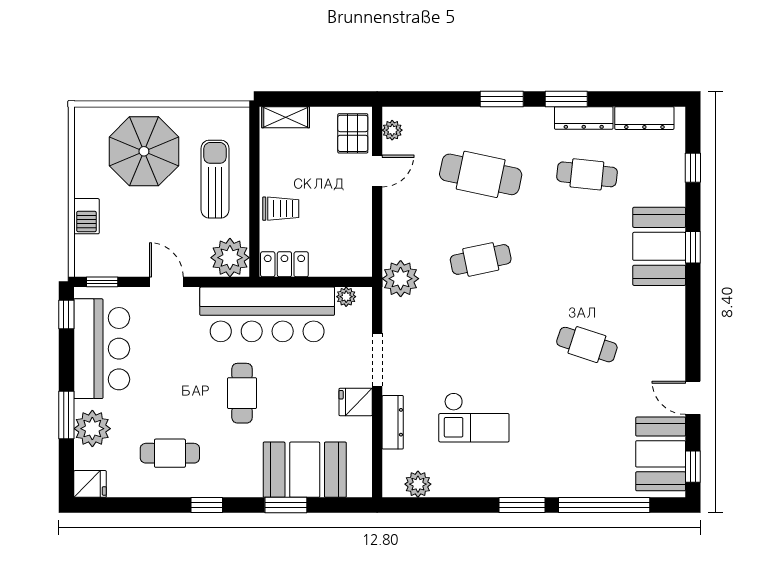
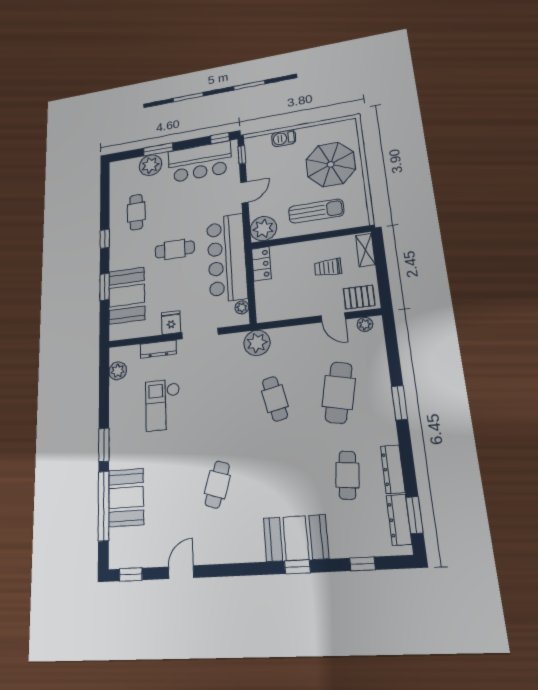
window: (566, 99) -> (414, 515), moved
trolley: (281, 209) -> (328, 267), moved, turned 90
booth: (661, 454) -> (126, 497), moved, turned 90
fridge: (90, 484) -> (117, 170), removed

